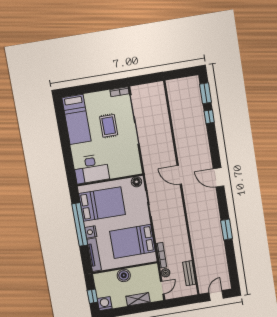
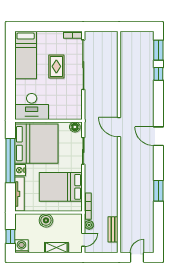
bed: (102, 204) -> (36, 144), width x1.36

